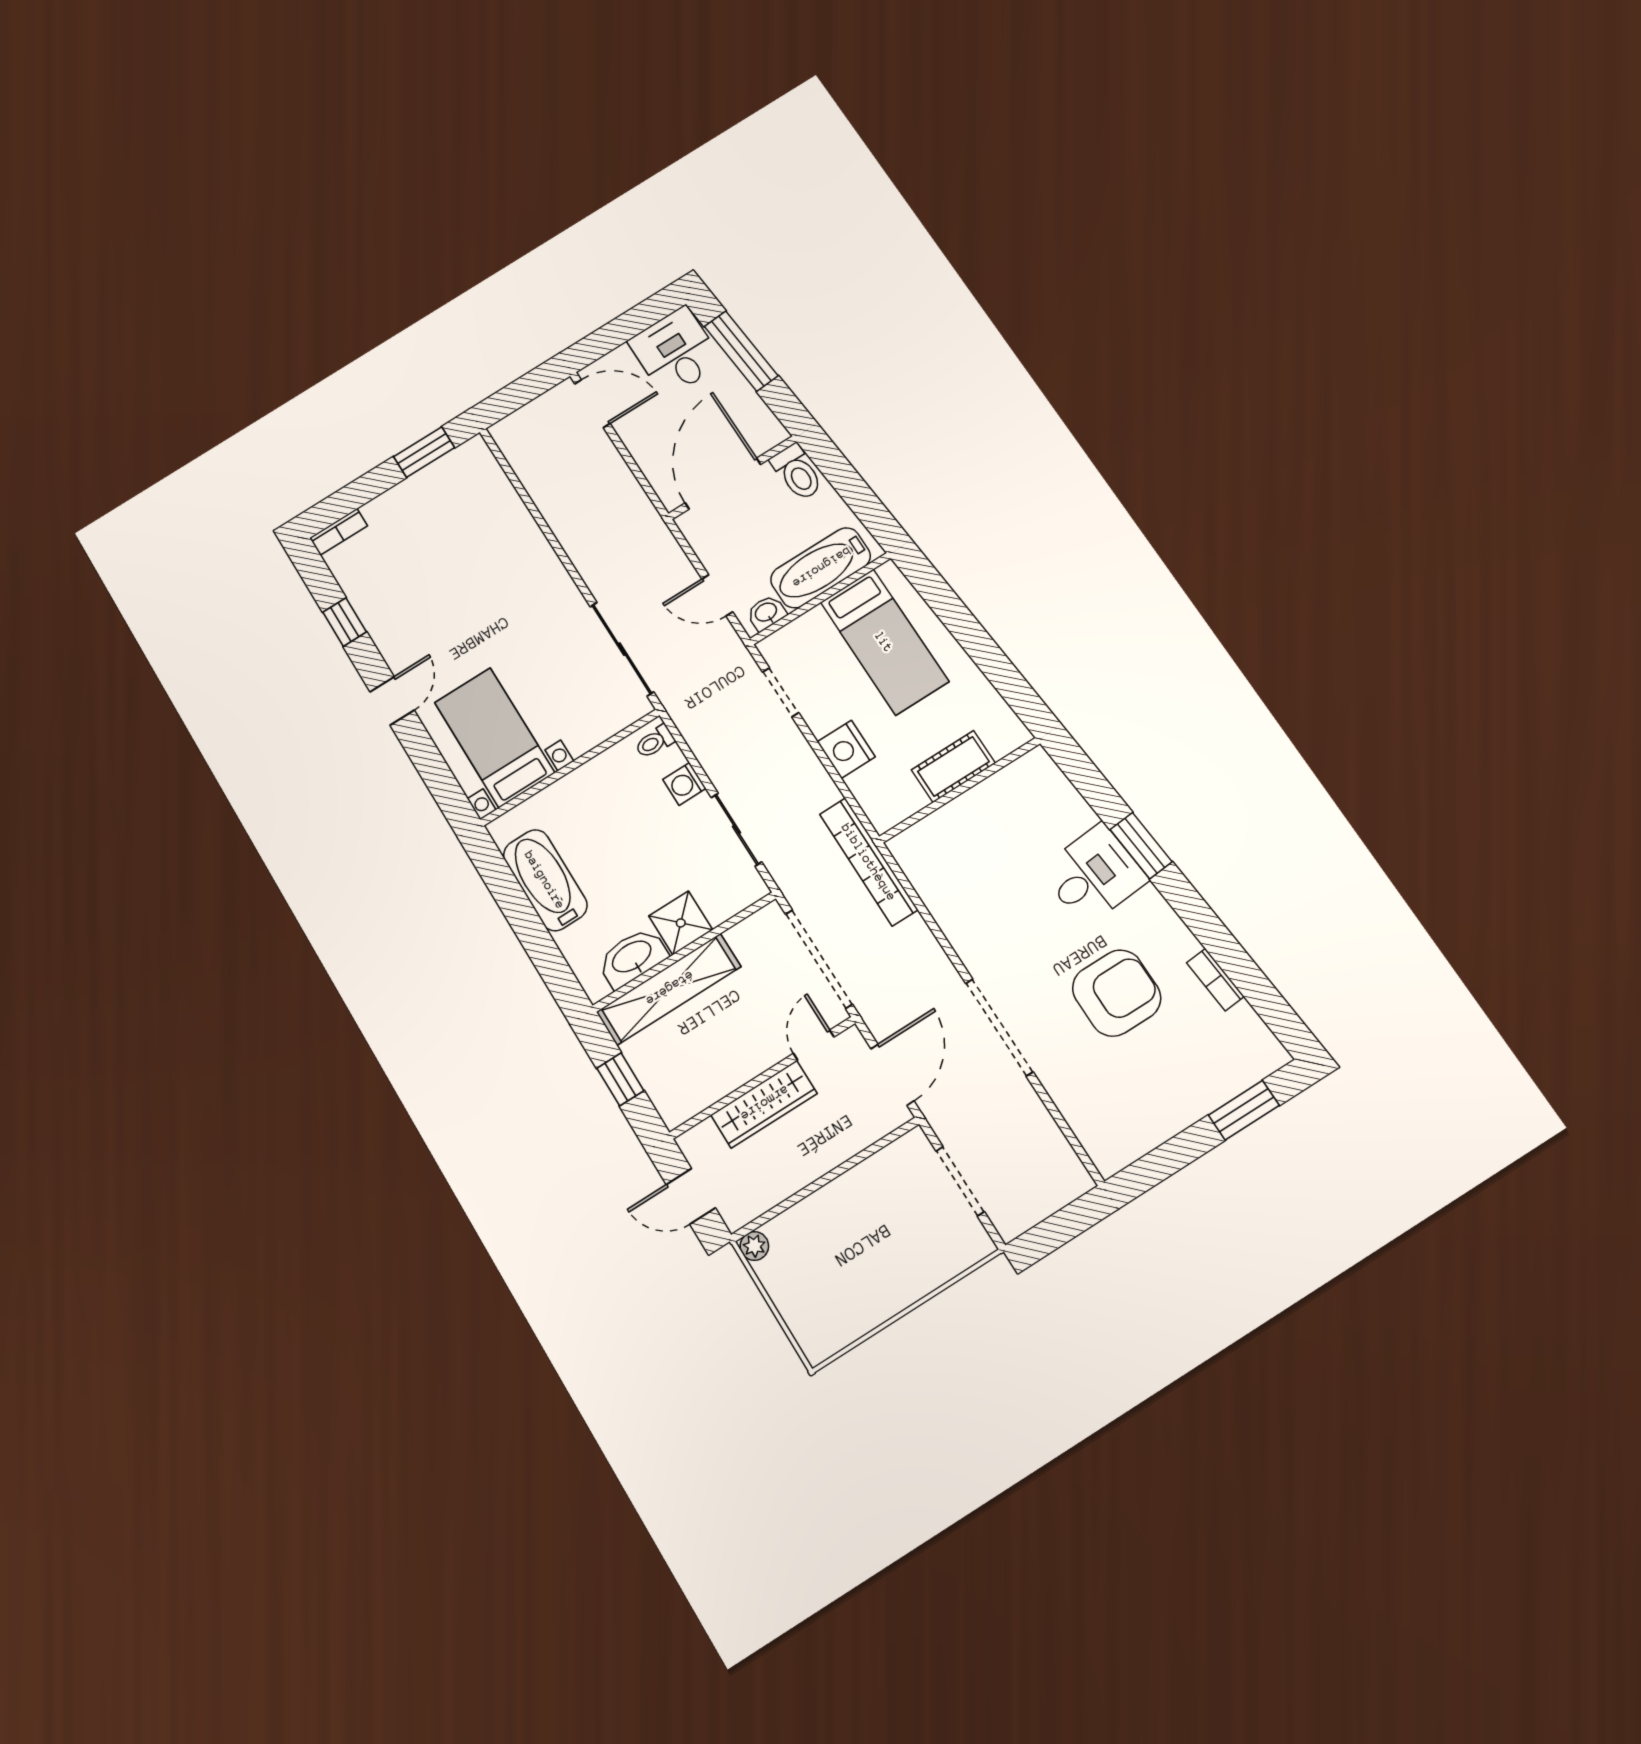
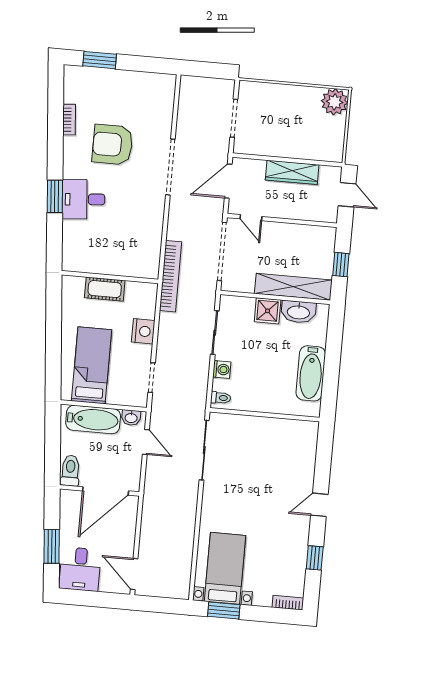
window: (741, 351) -> (52, 546), width x0.69
bed with nightstands: (495, 737) -> (225, 568), moved, turned 180
door: (814, 1045) -> (251, 218), hinge flipped
wardrobe: (764, 1104) -> (292, 172), moved, turned 180
plant: (754, 1246) -> (335, 102), moved, width x1.88, depth x1.88

